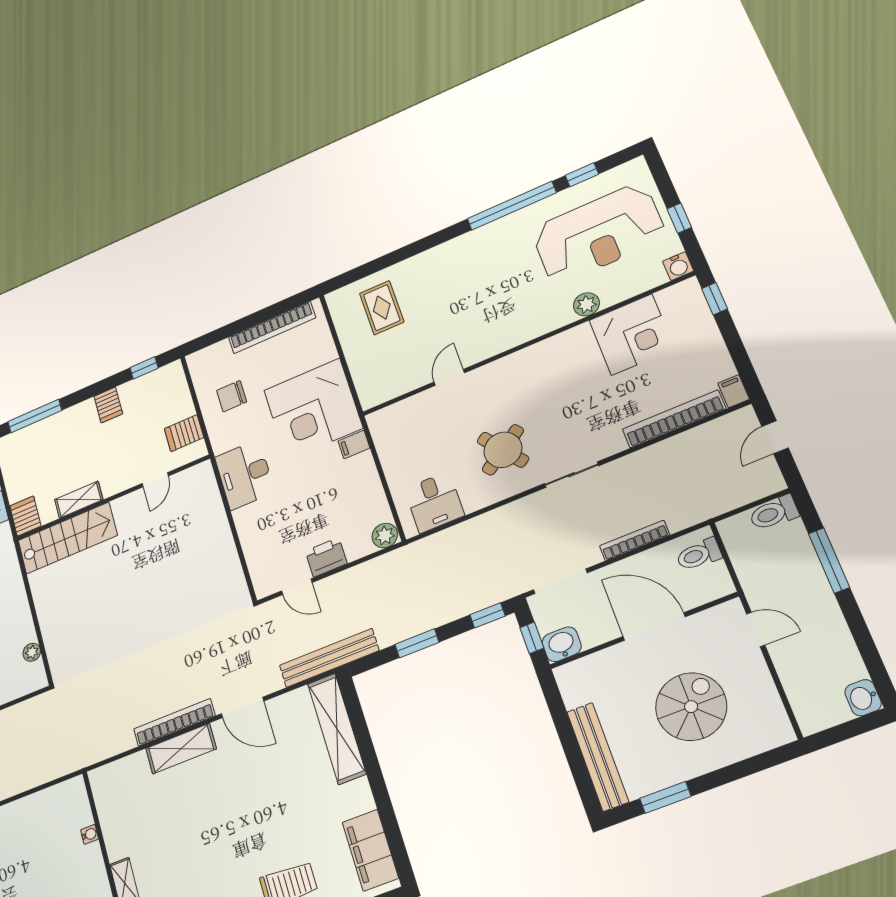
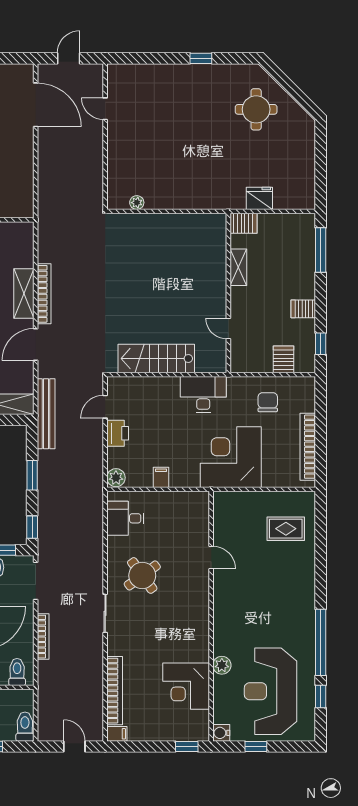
server rack: (184, 433) -> (284, 359), moved
filing cabinet: (354, 444) -> (161, 477), moved
stairs: (68, 538) -> (156, 359), moved, turned 90

